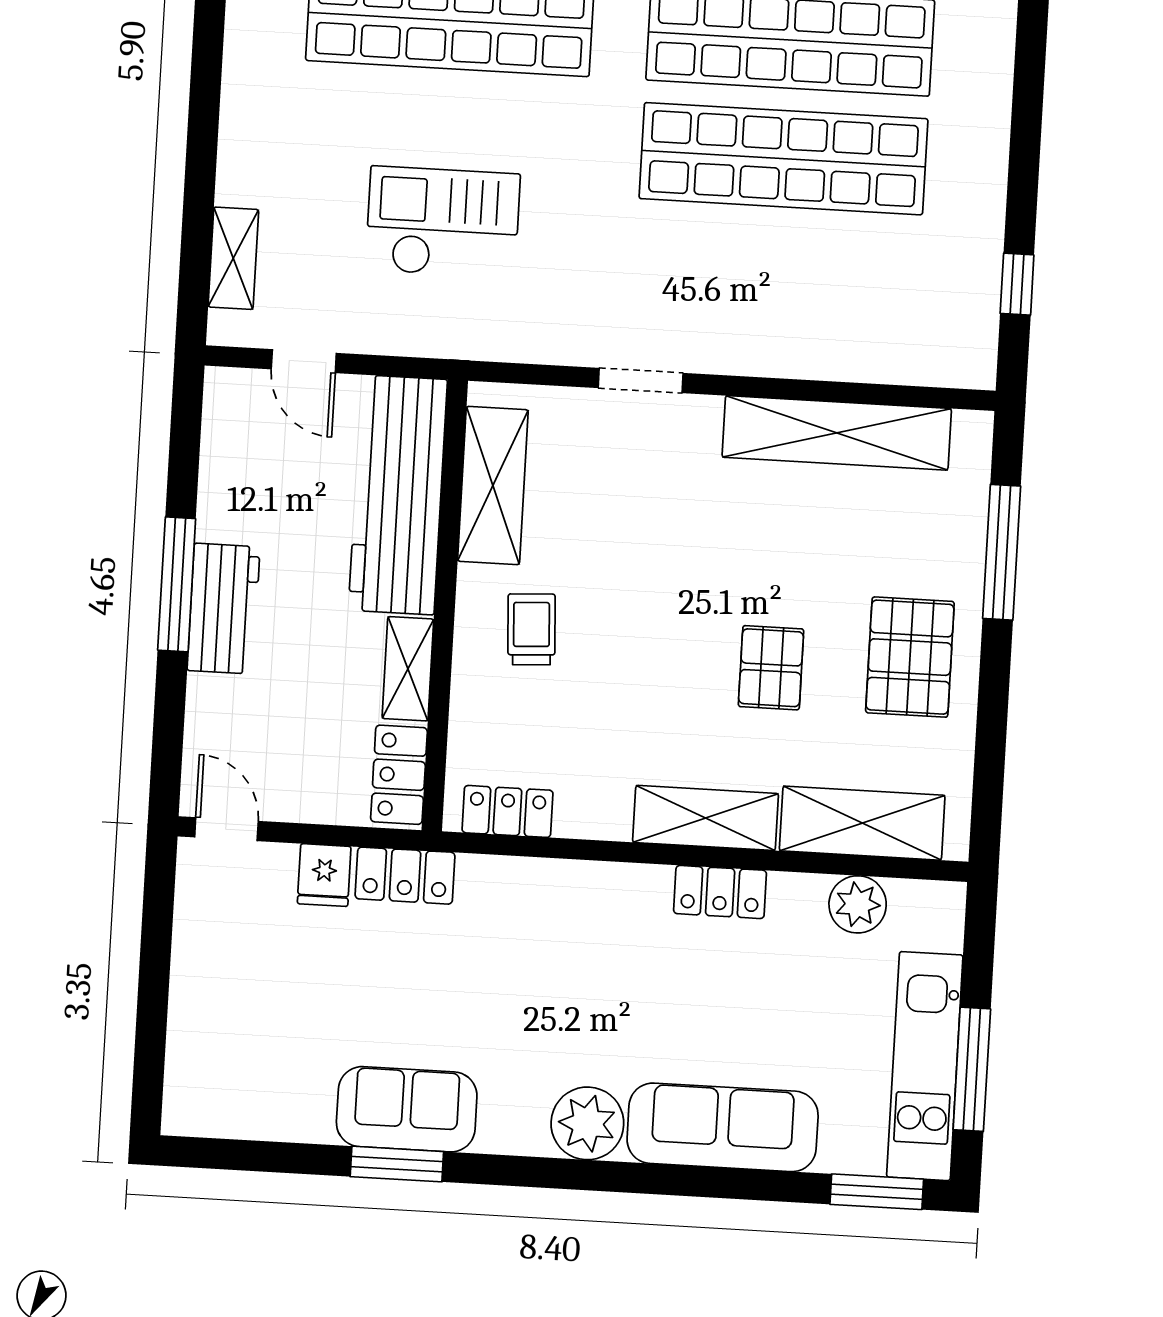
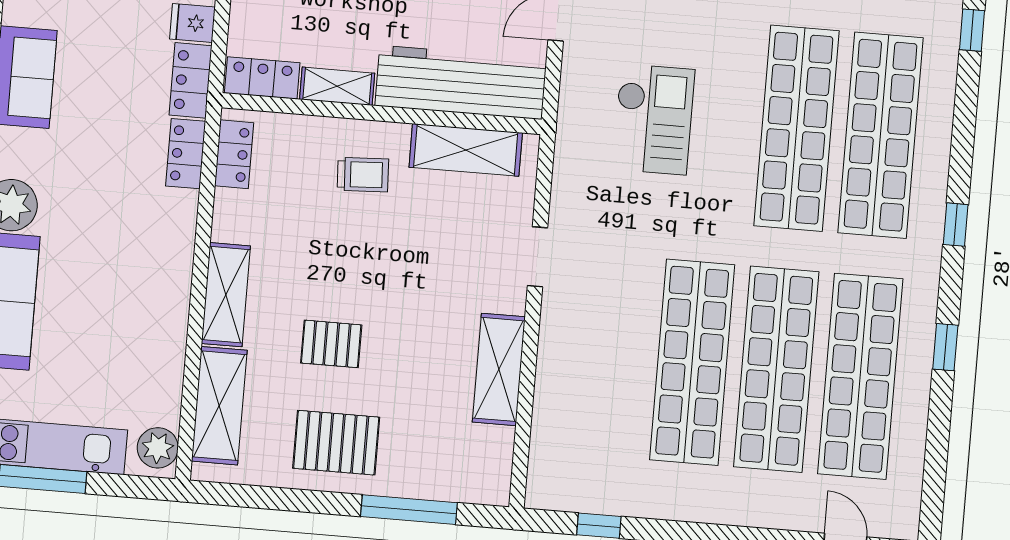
shelving: (837, 433) -> (499, 369), width x0.68
locker: (720, 892) -> (186, 154), moved
plant: (858, 904) -> (158, 448), moved

